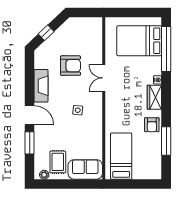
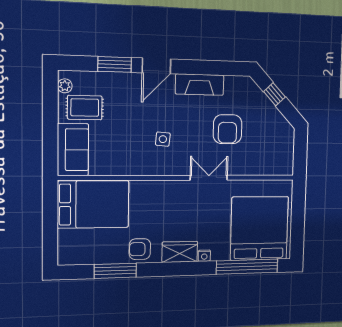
bed: (139, 41) -> (259, 228), width x1.36
bed: (121, 156) -> (93, 204), width x1.50

